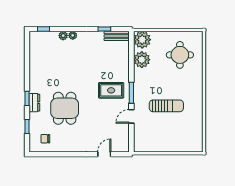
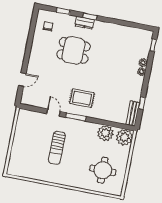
rug: (111, 90) -> (82, 98), turned 90
door: (104, 154) -> (22, 80), hinge flipped

